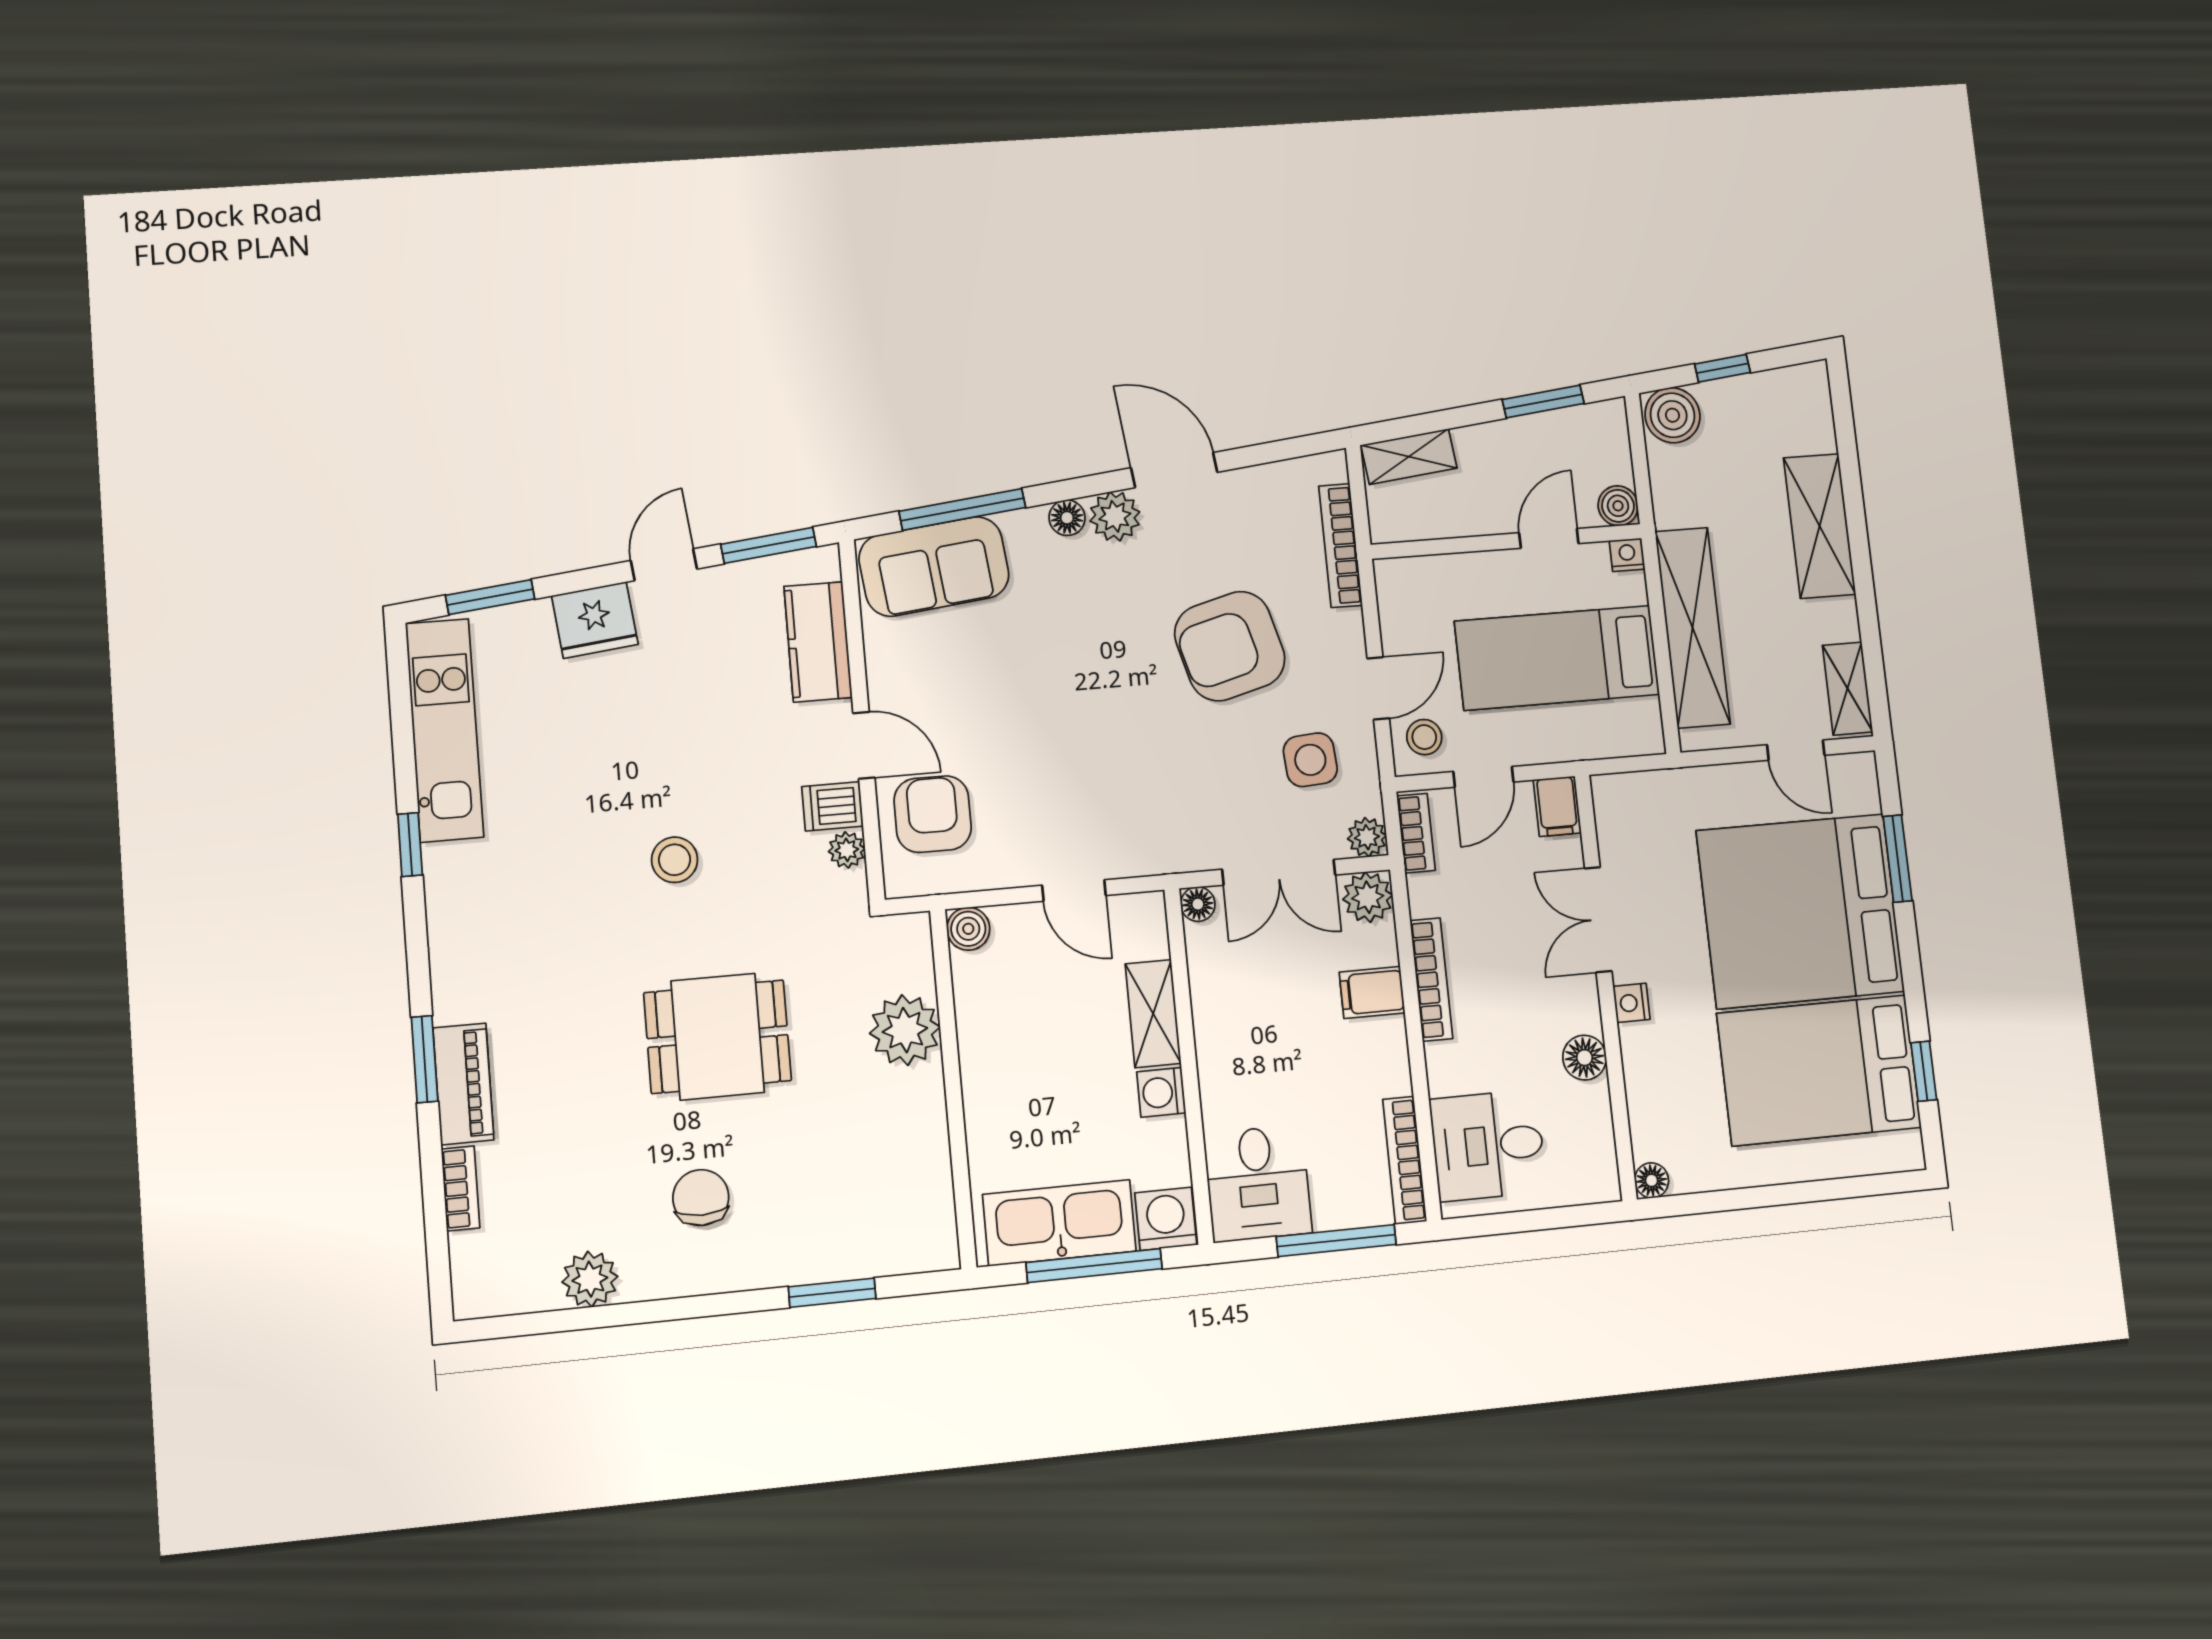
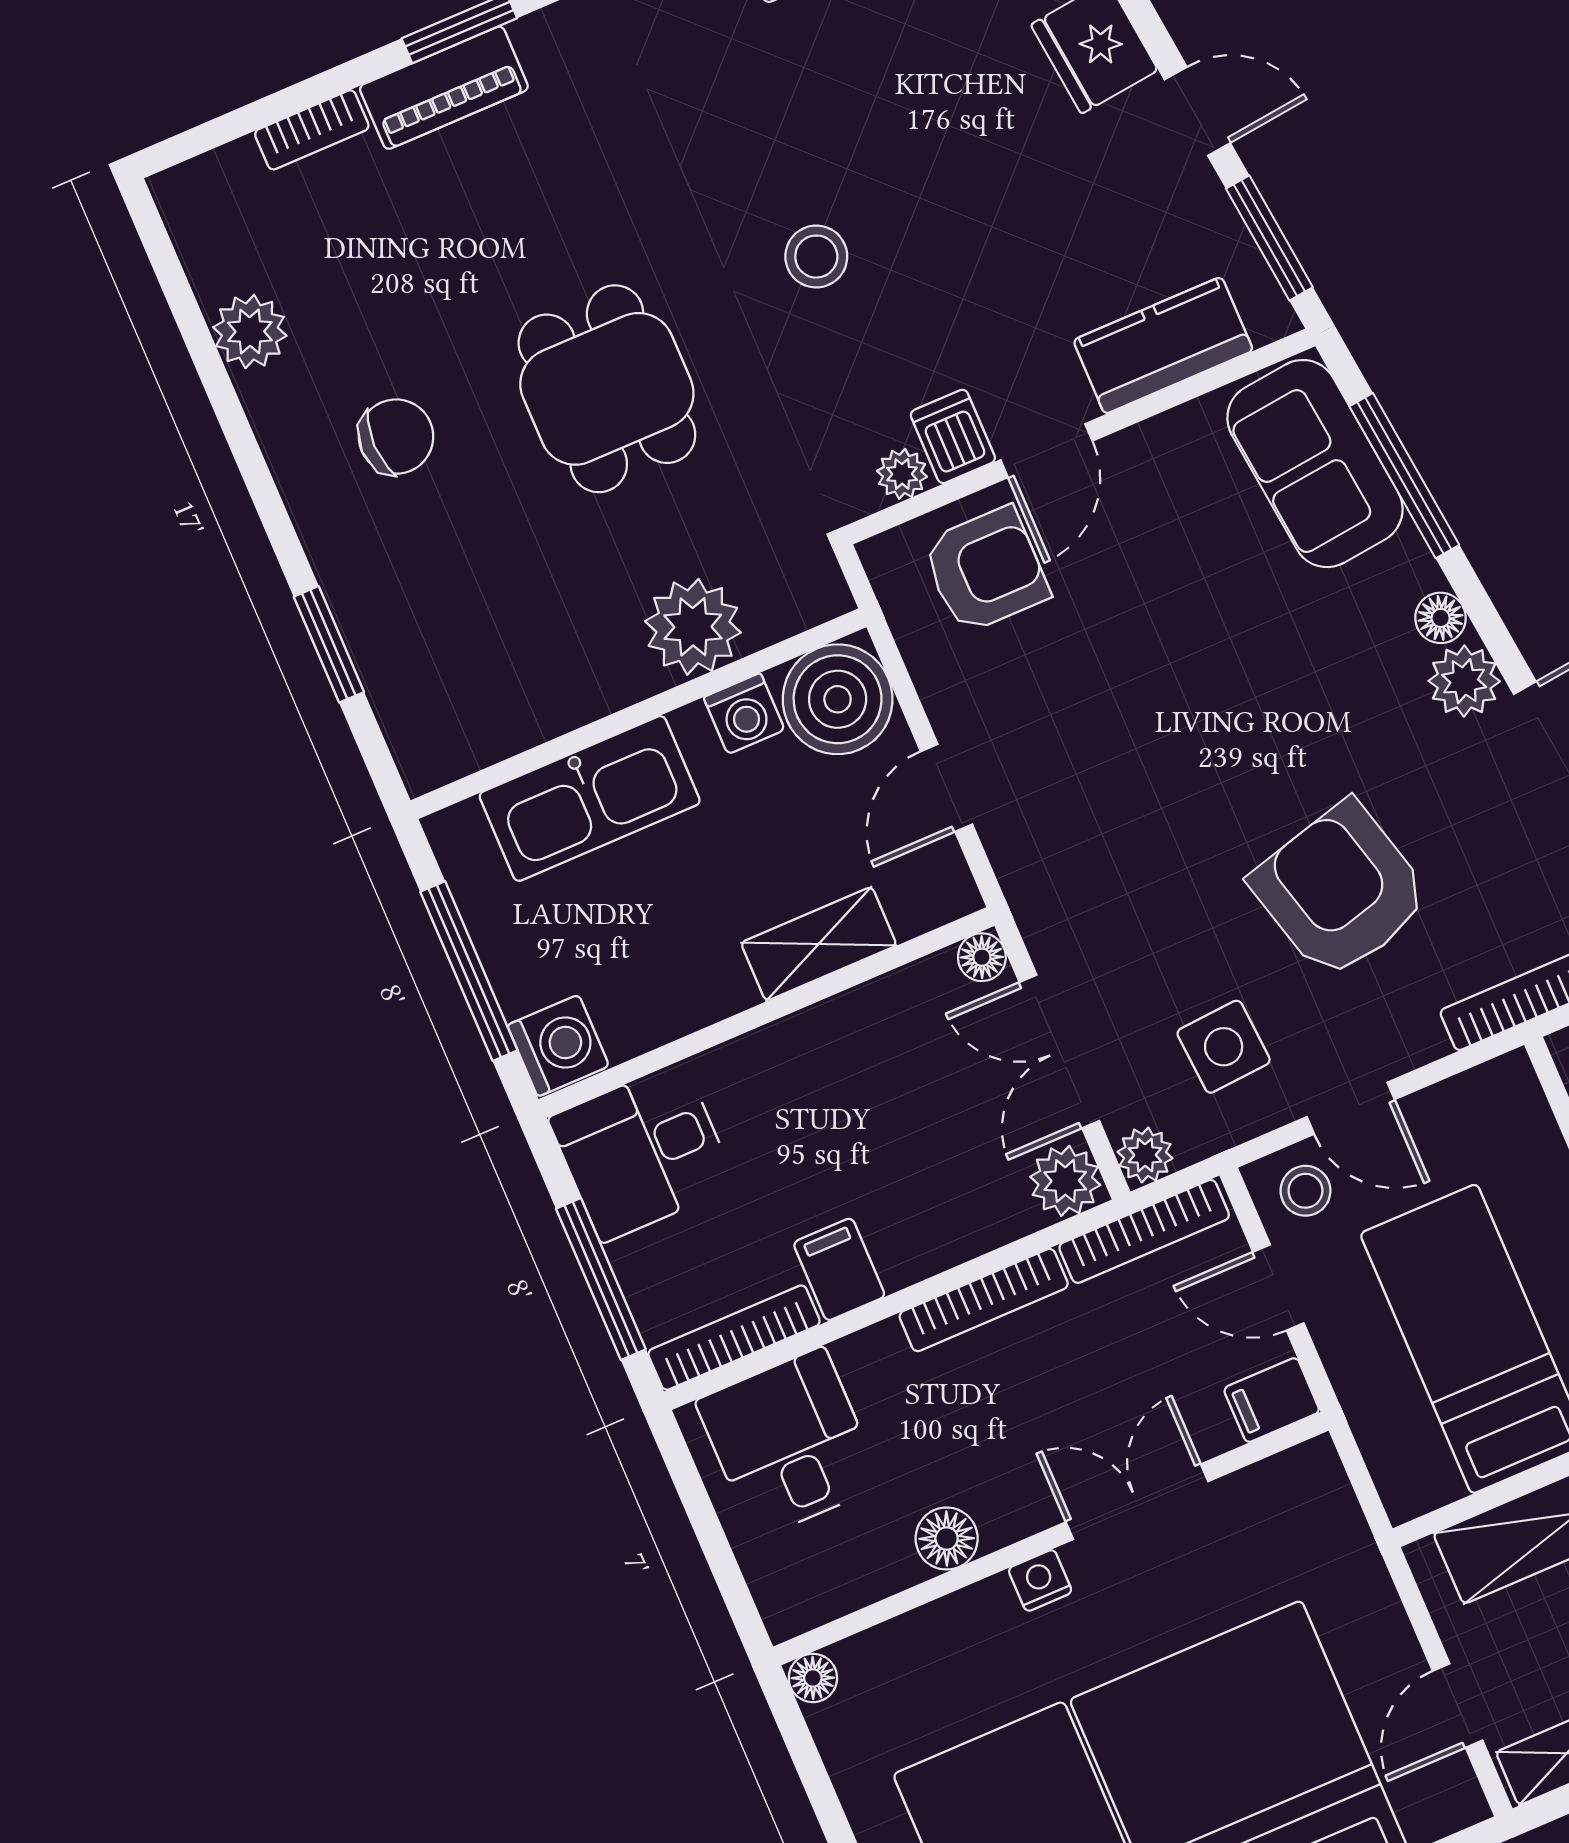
bookcase: (1416, 833) -> (1144, 1231), width x1.56
boiler: (968, 929) -> (838, 699), width x1.86, depth x1.86
filing cabinet: (1372, 992) -> (839, 1269), moved
washing machine: (1161, 1092) -> (744, 714), moved, turned 180
kitchen sink: (1059, 1223) -> (590, 798), moved, turned 90

